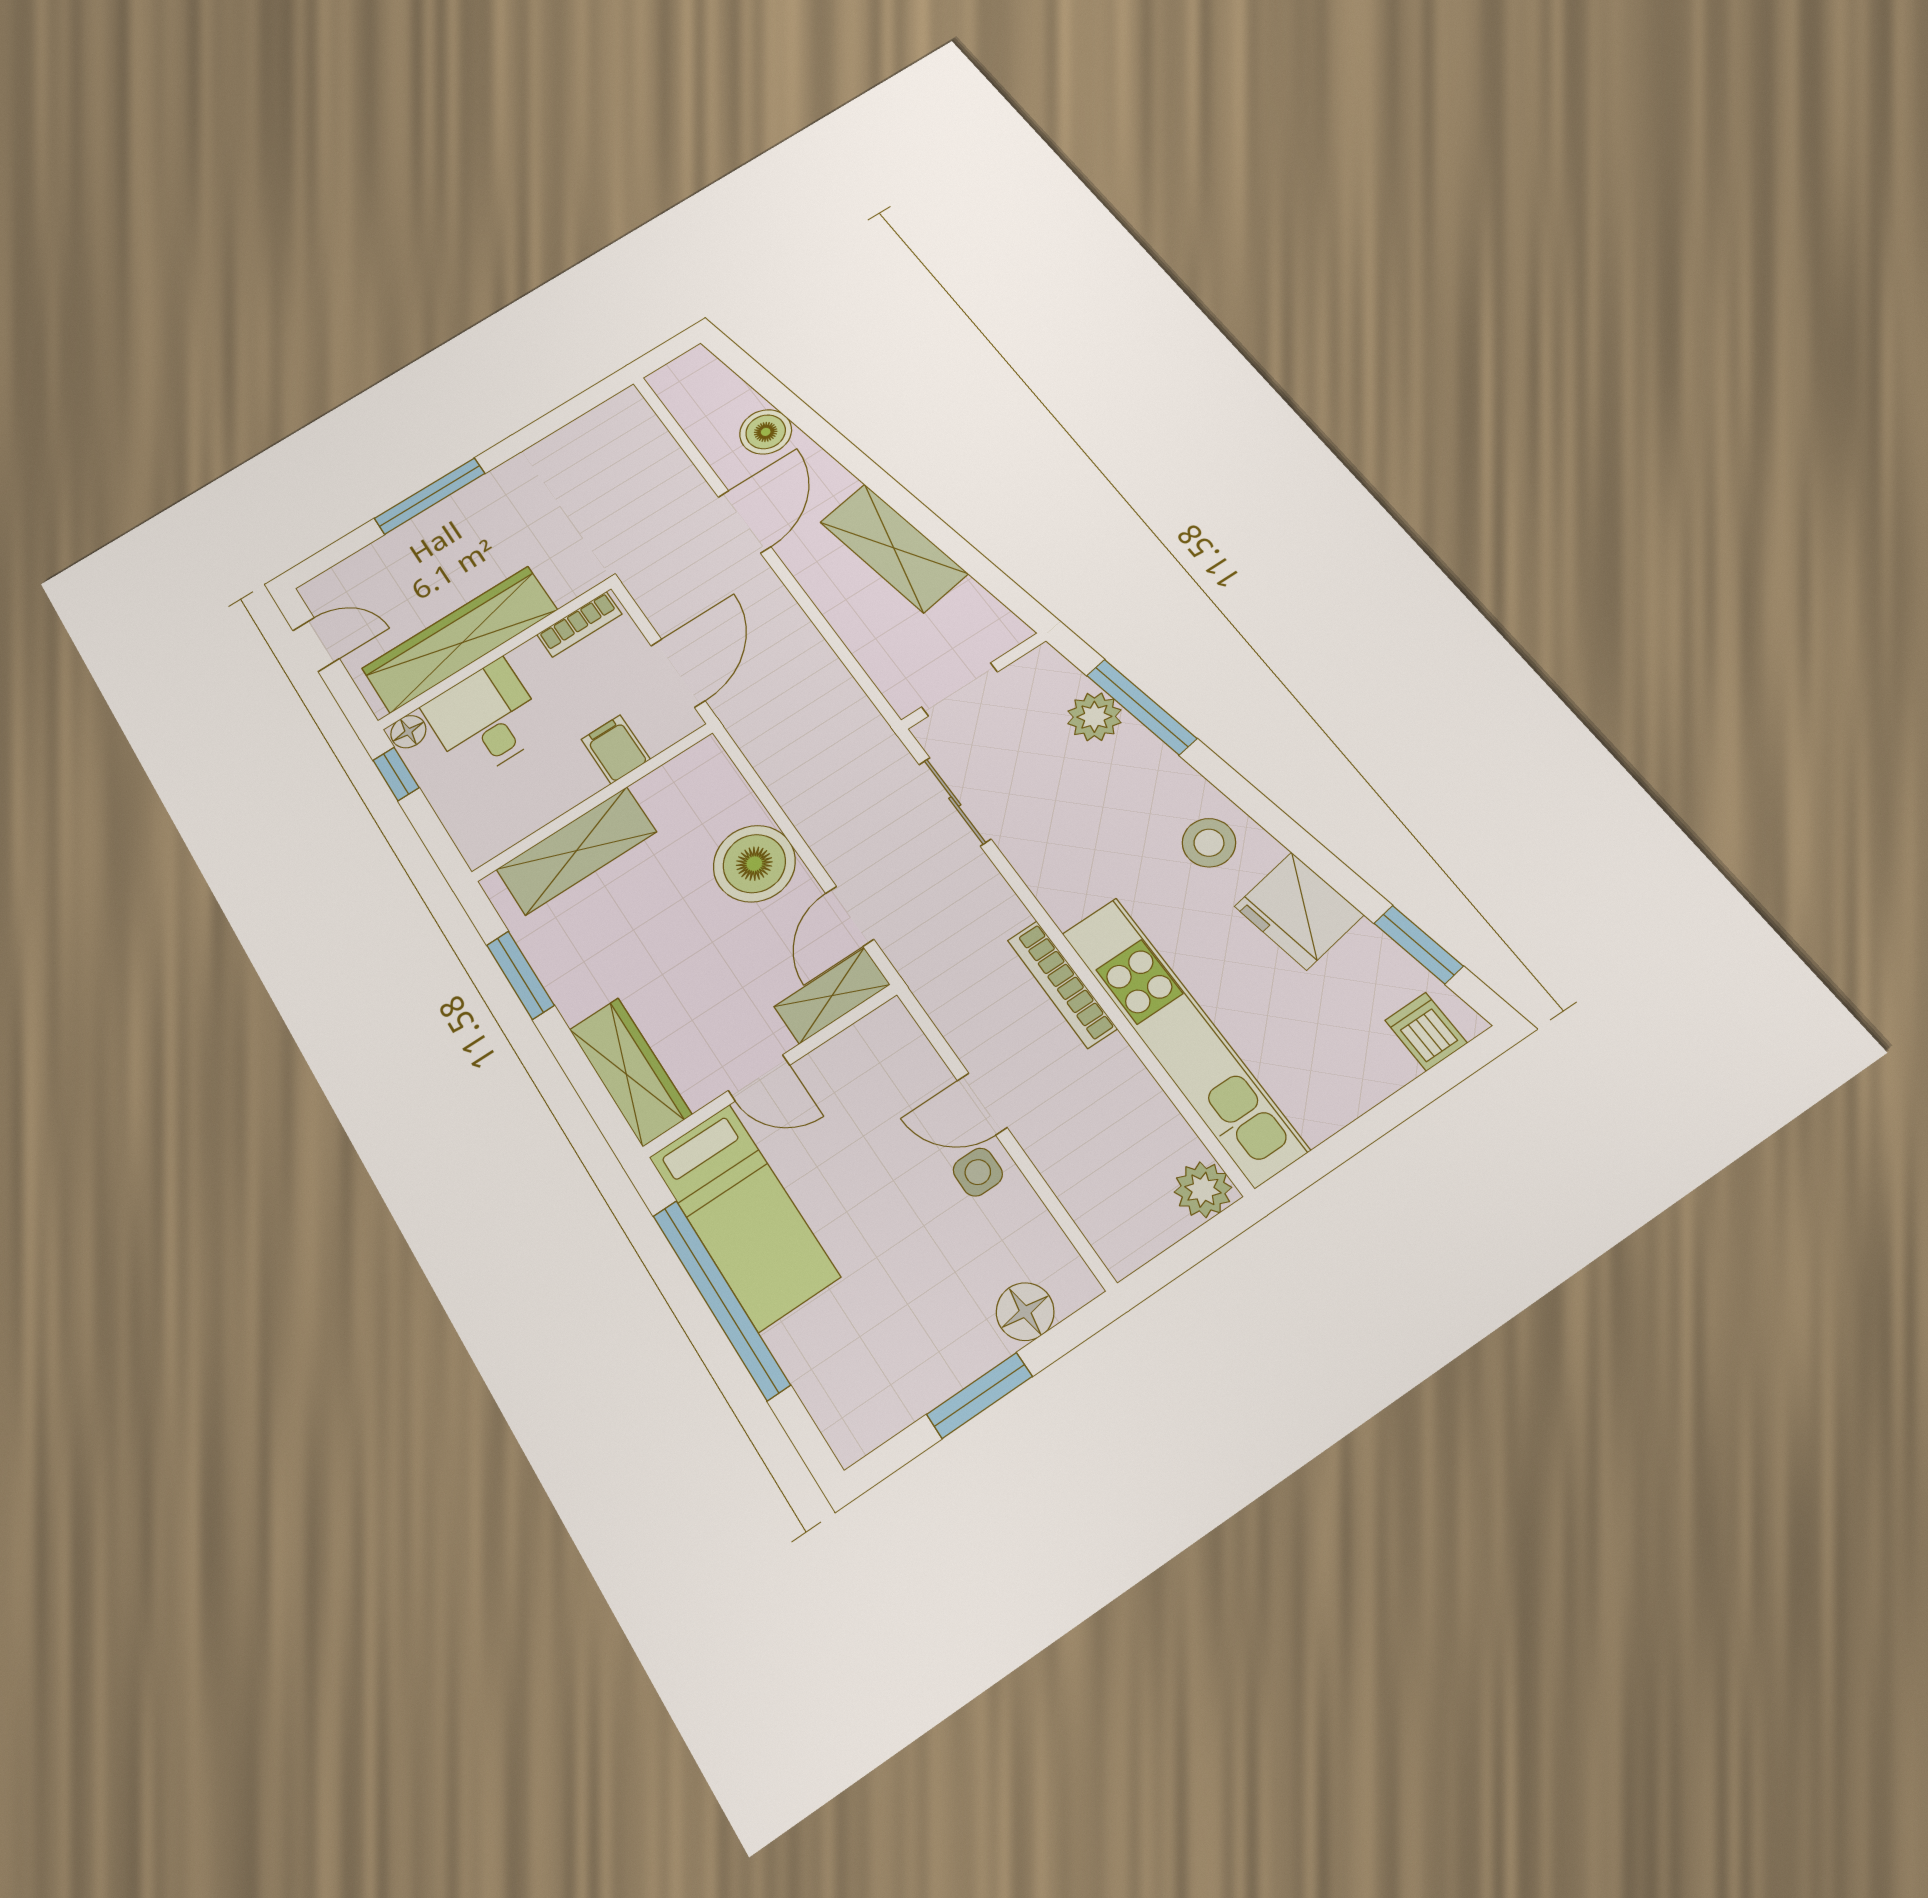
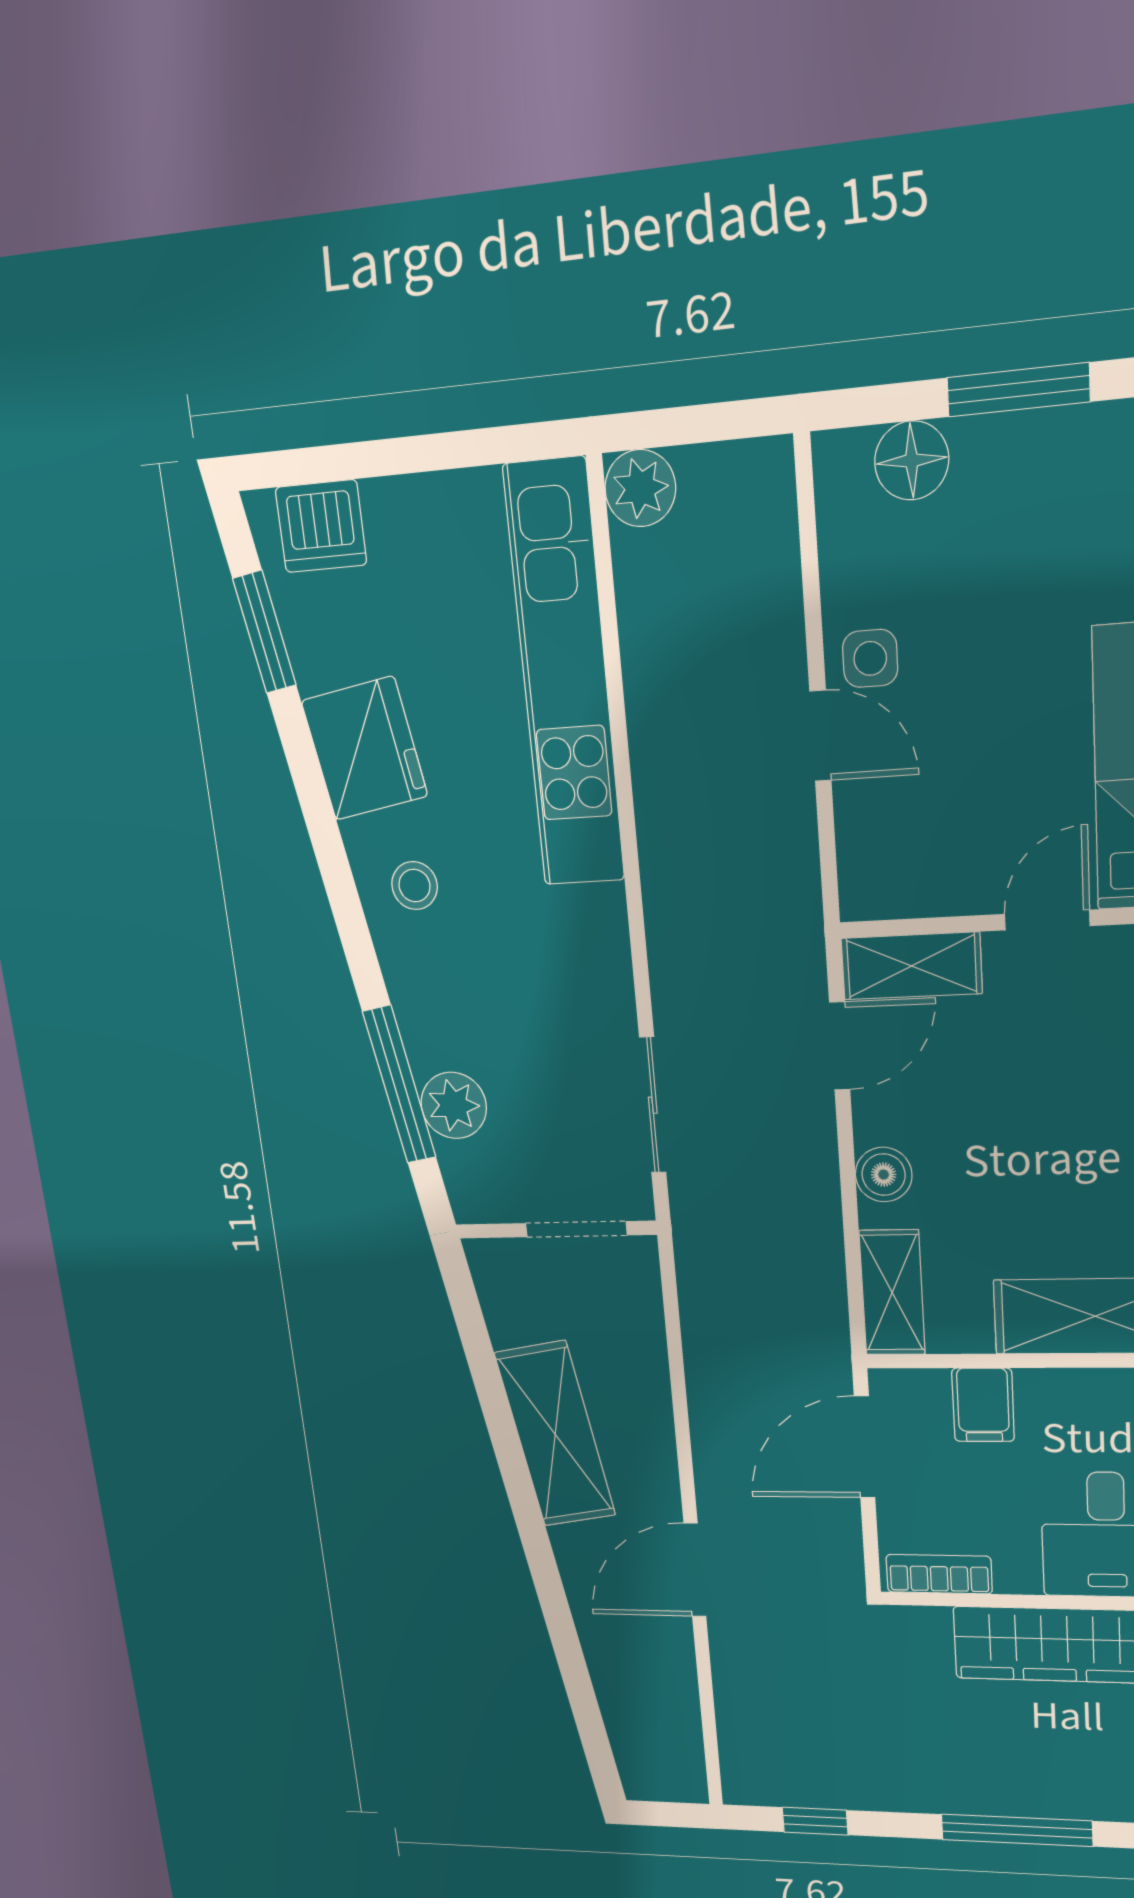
window: (565, 414) -> (815, 1821), added
boiler: (766, 432) -> (615, 1655), removed
shelving: (719, 782) -> (892, 1293), added
stool: (1209, 843) -> (415, 886), width x0.73, depth x0.73
boiler: (754, 864) -> (884, 1175), width x0.54, depth x0.54
bookcase: (1062, 984) -> (657, 822), removed
dishwasher: (1426, 1032) -> (321, 526), width x1.38
door: (759, 1078) -> (1047, 920), hinge flipped

